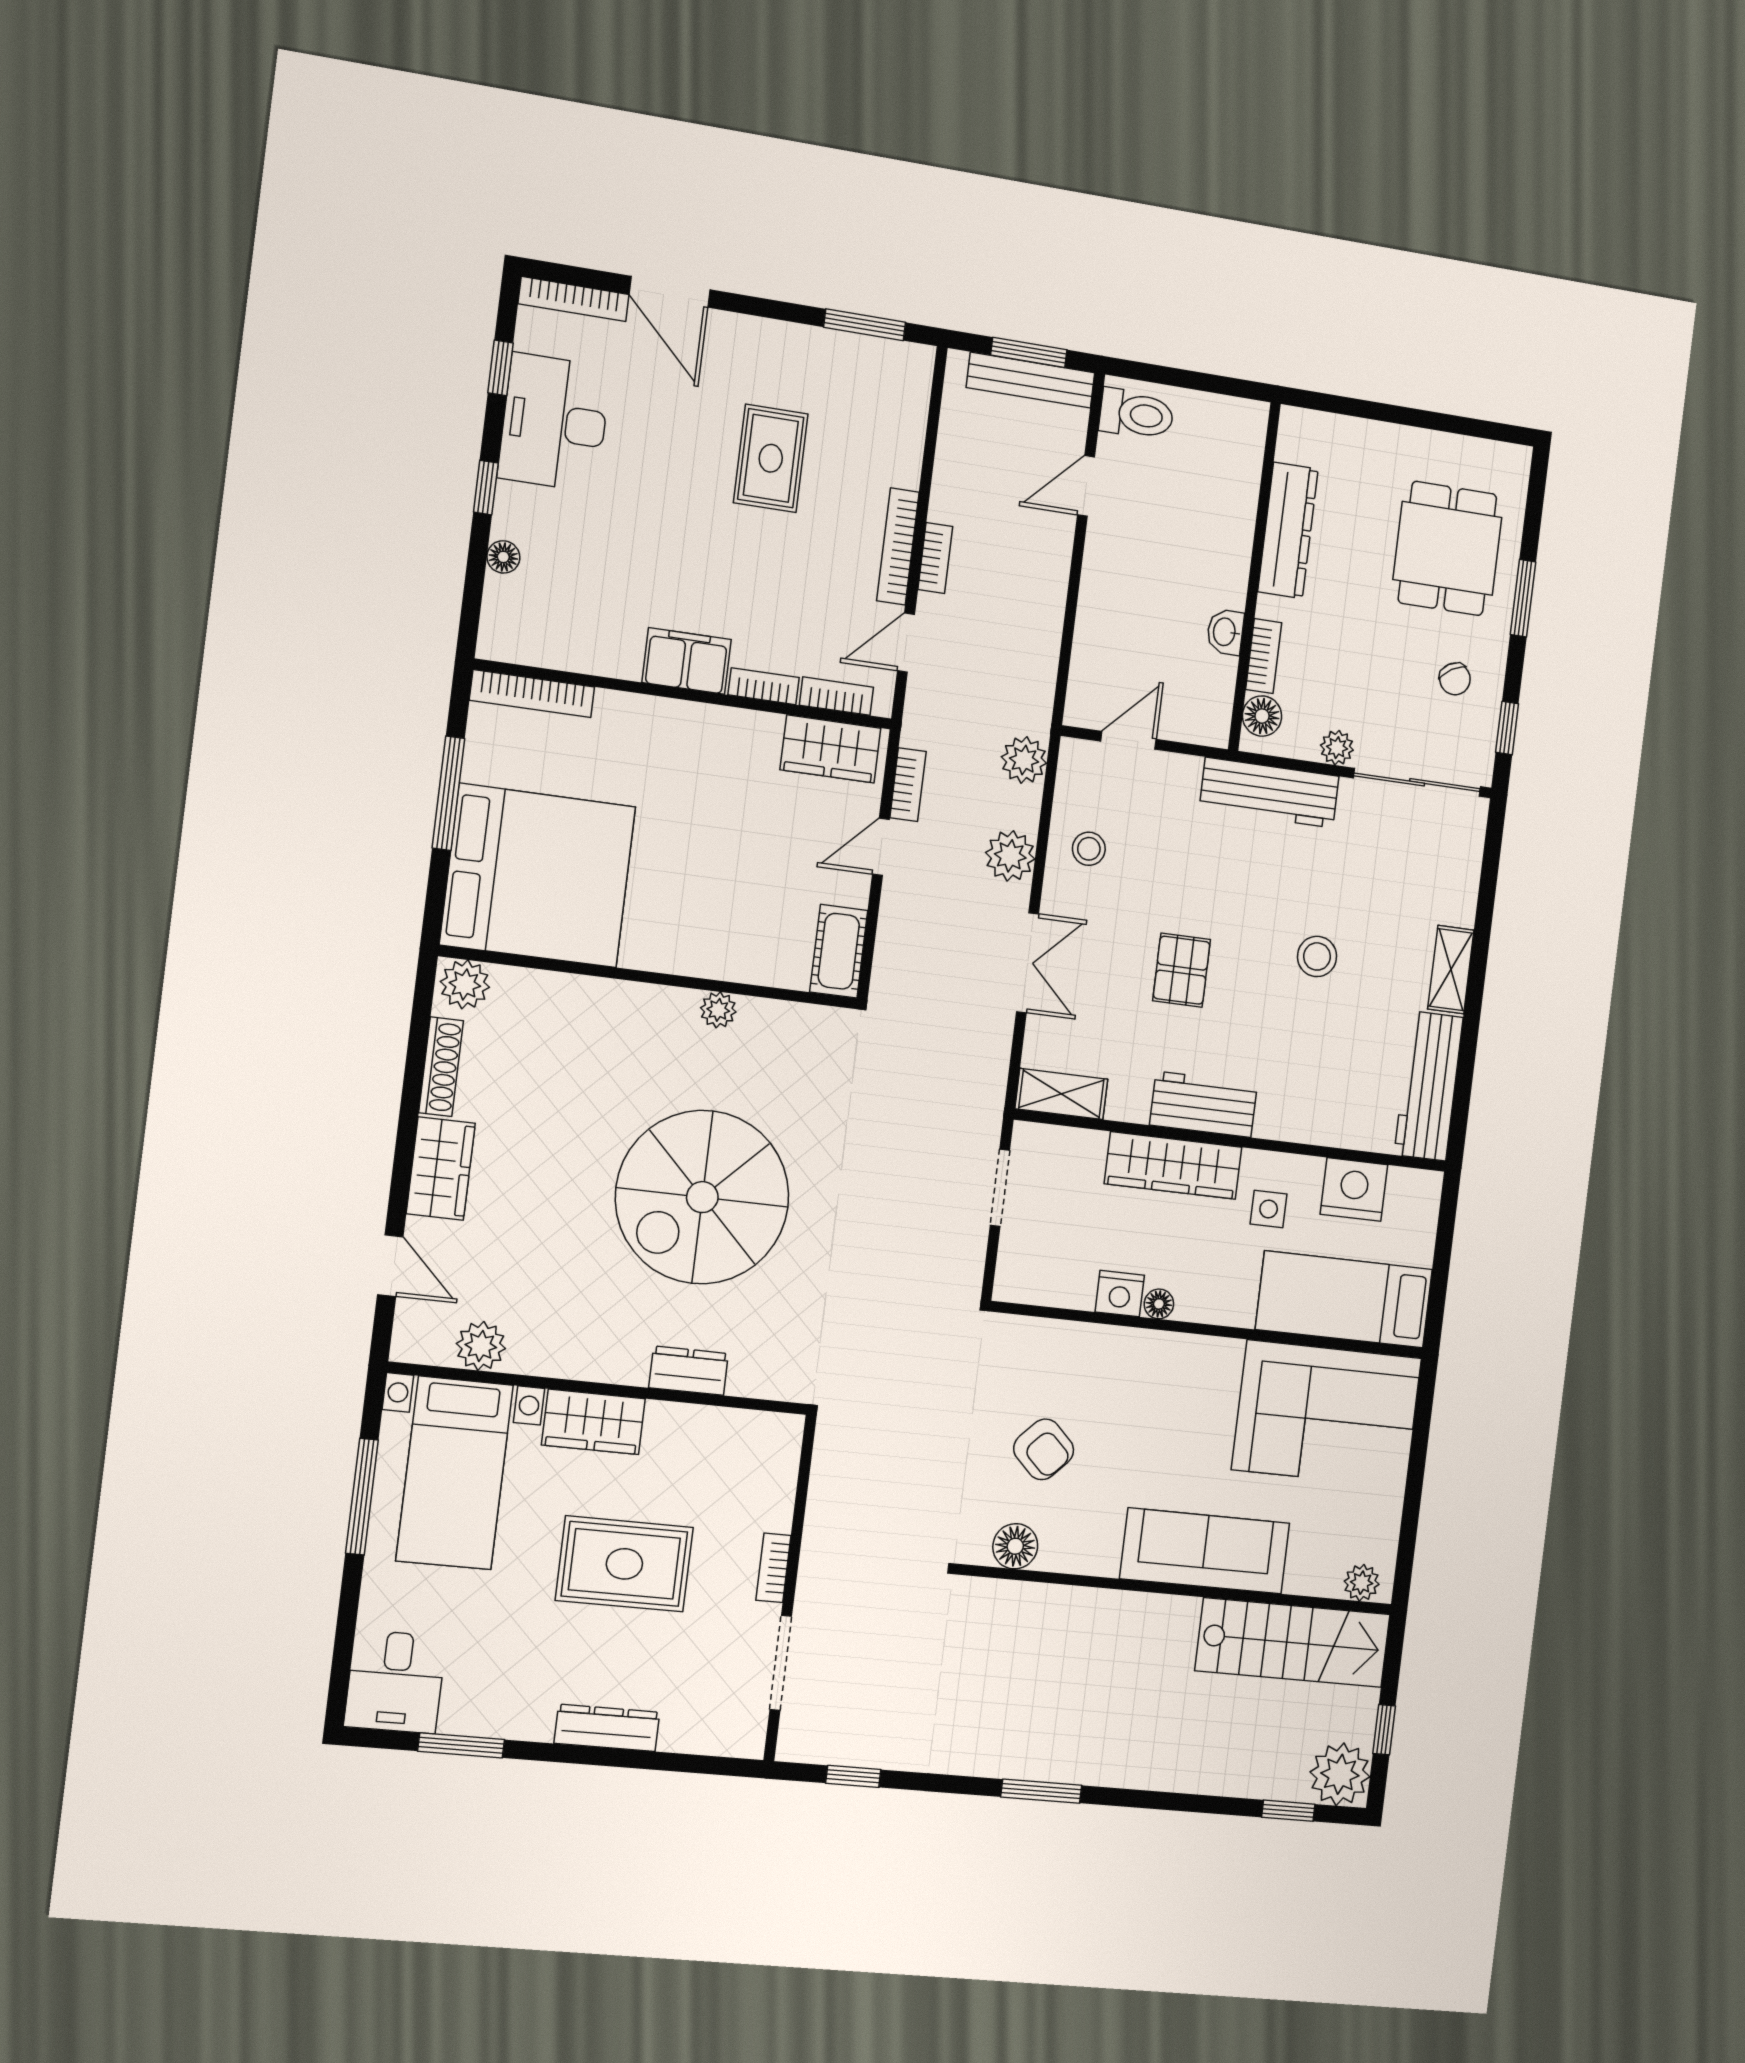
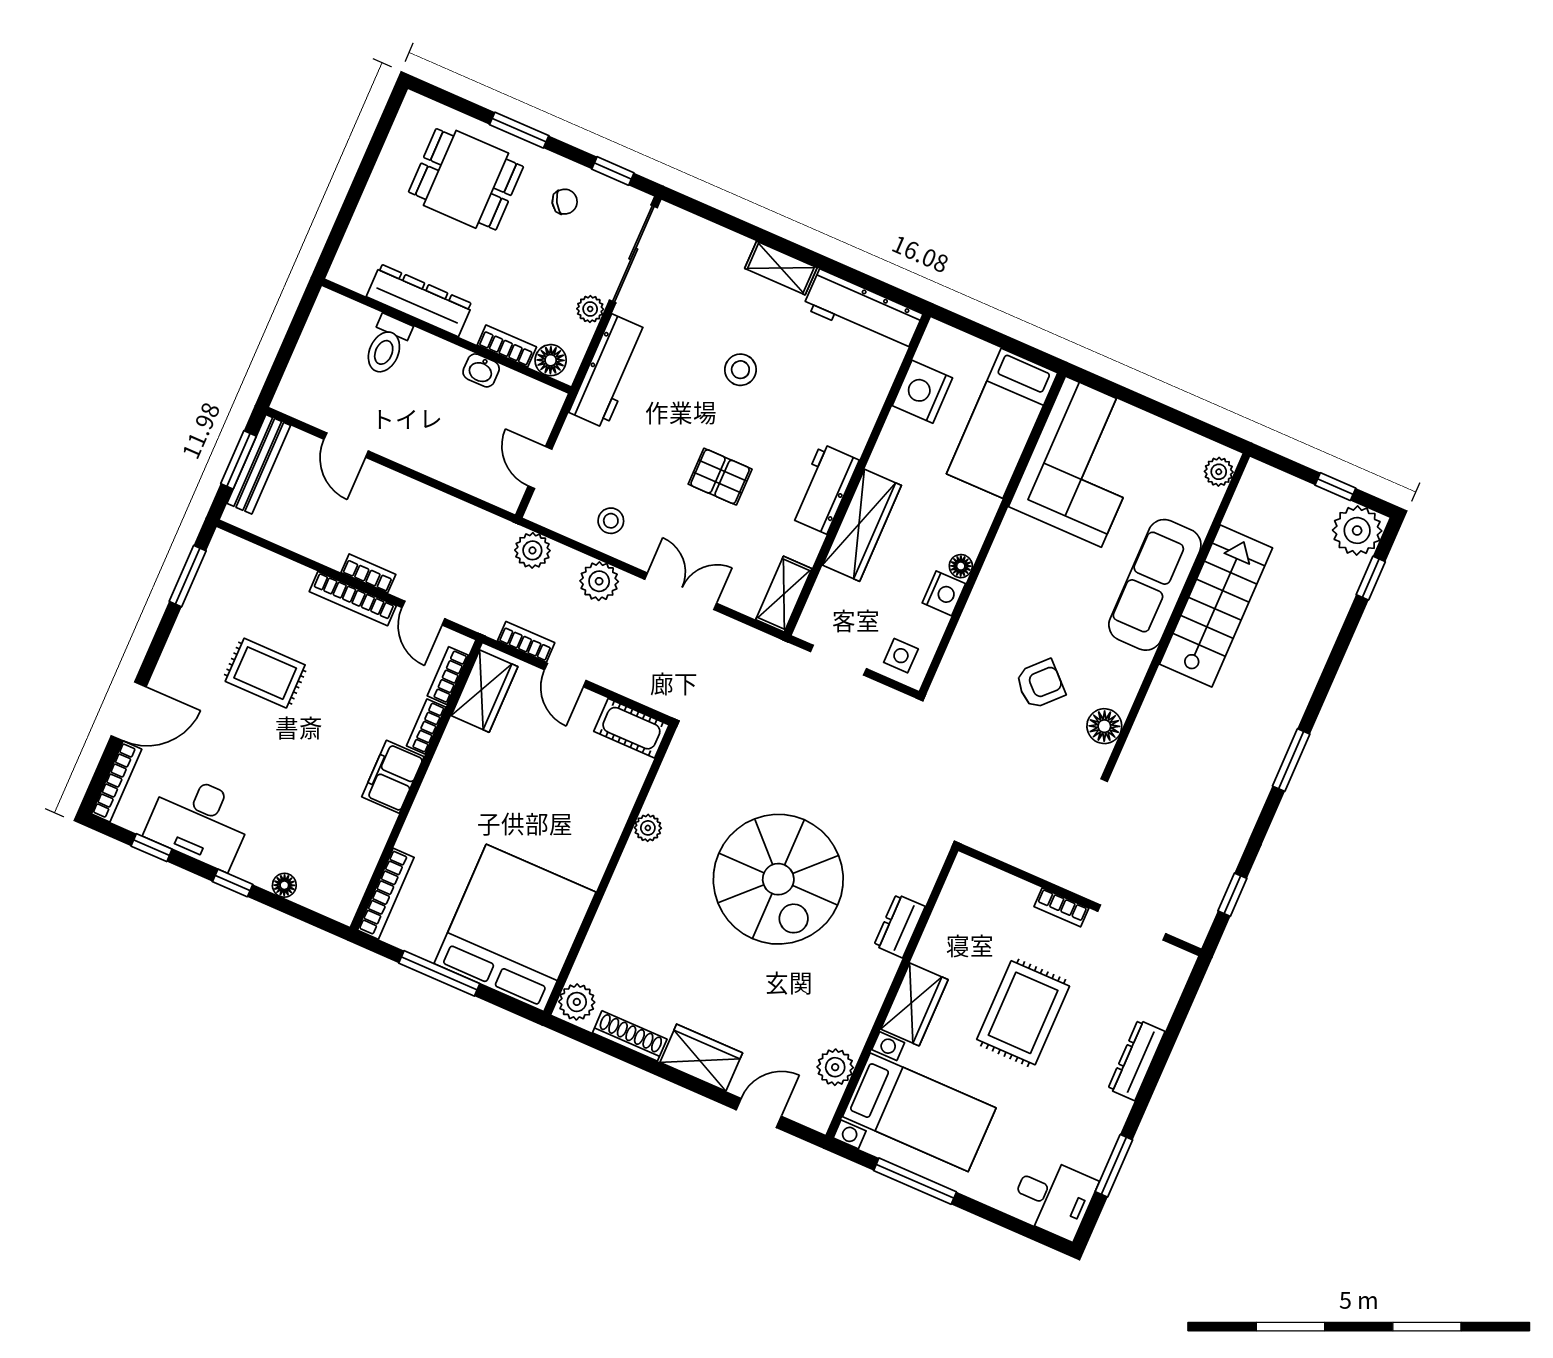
toilet: (1136, 414) -> (387, 345), moved, turned 180
side table: (1269, 1209) -> (901, 656), moved
stairs: (1293, 1643) -> (1216, 606), moved

